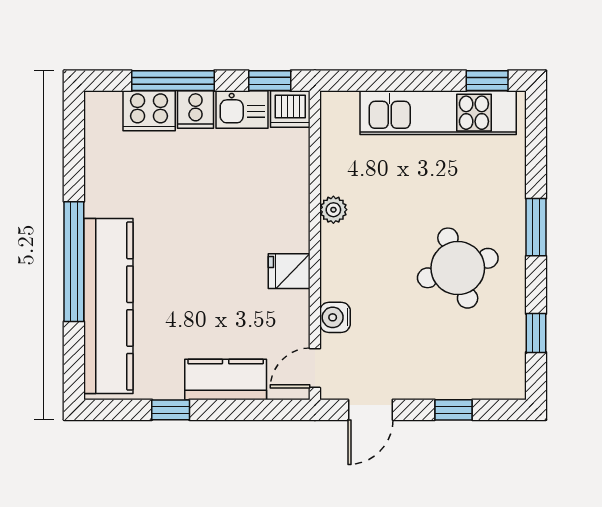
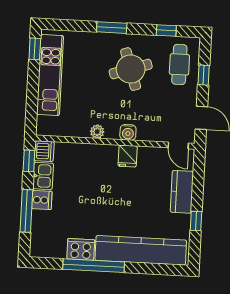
cooker: (149, 111) -> (81, 249), moved, turned -90
window: (74, 262) -> (94, 266), moved
water cooler: (335, 317) -> (128, 132), moved
cafe table: (472, 362) -> (179, 64), added

